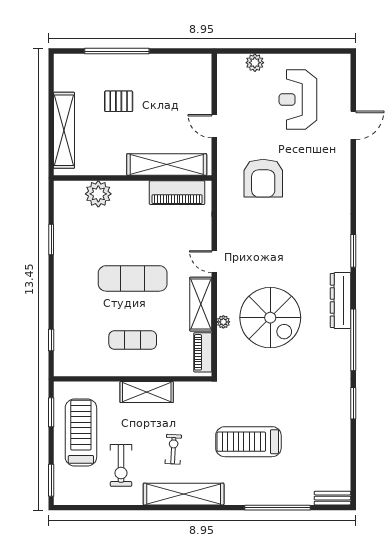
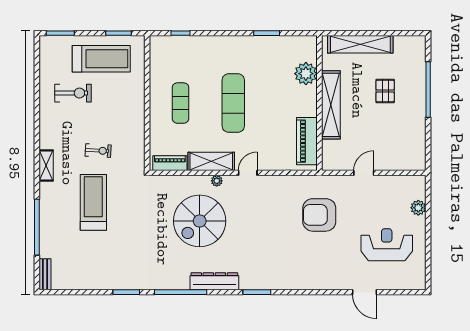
shelving: (167, 165) -> (331, 105), moved
plant: (223, 322) -> (217, 181), moved
shelving: (147, 392) -> (136, 115), removed
exercise bike: (173, 449) -> (98, 151), moved
exercise bike: (121, 465) -> (73, 93), turned 180
shelving: (184, 494) -> (46, 165), width x0.45, depth x0.75

